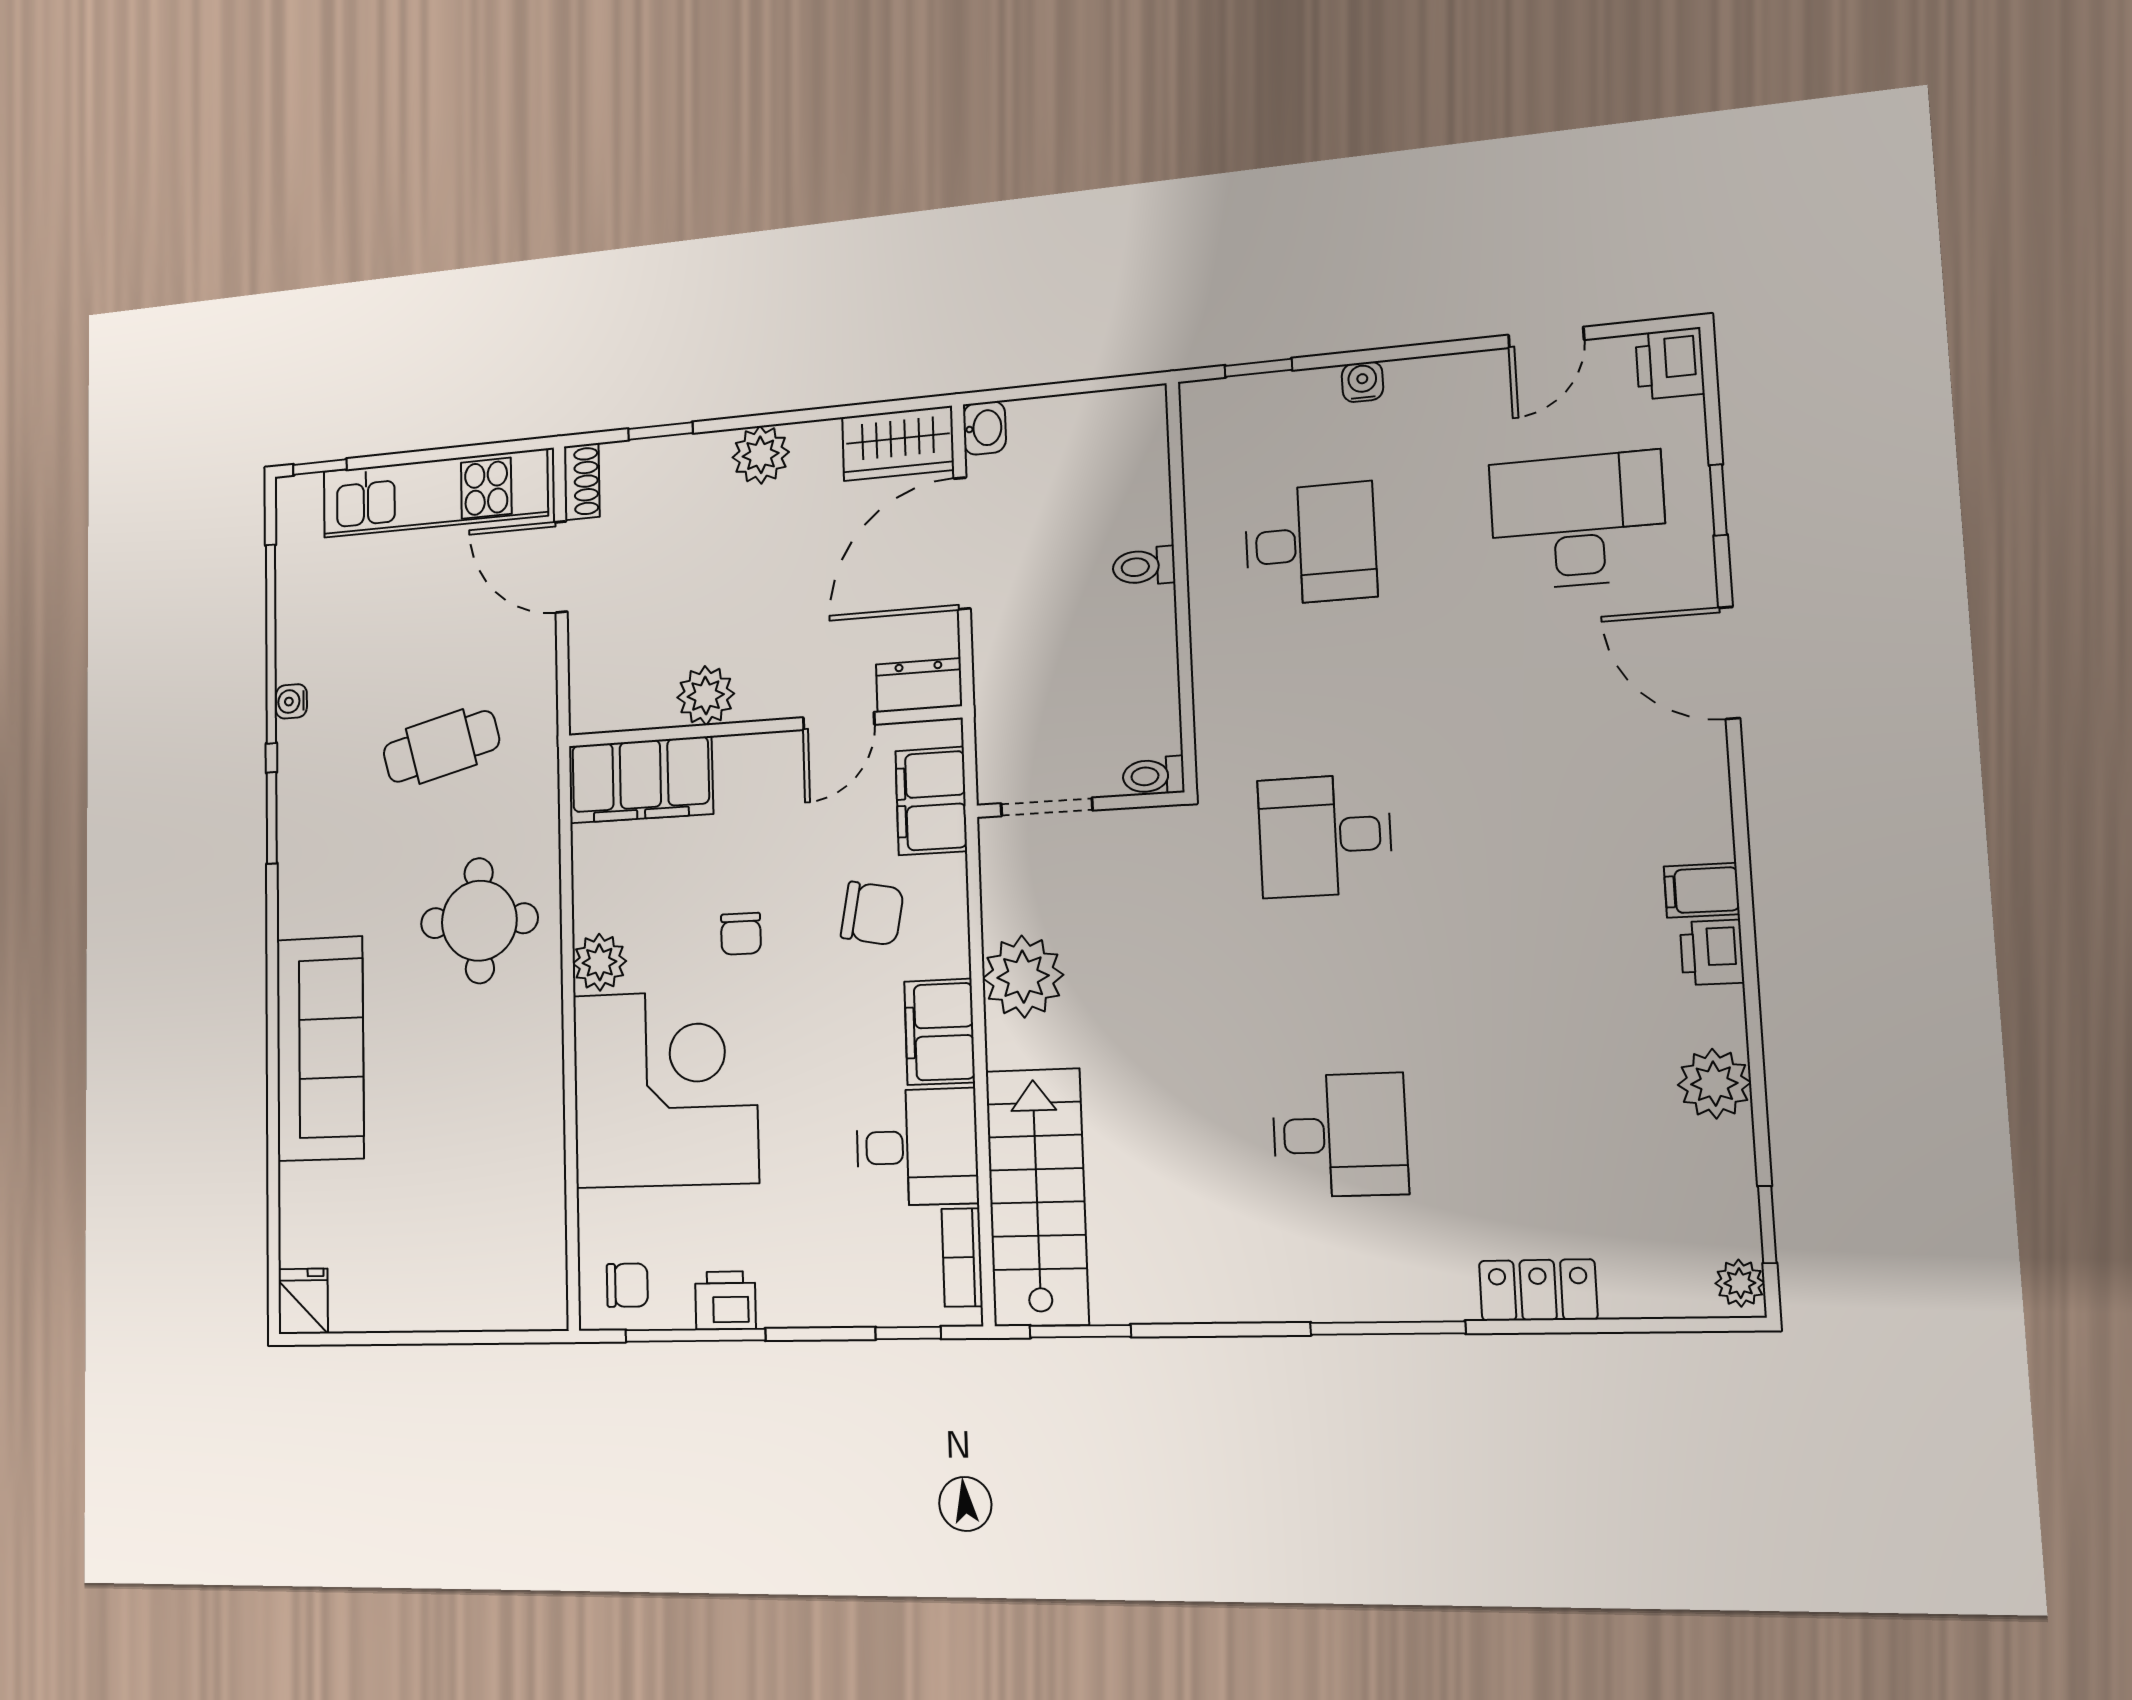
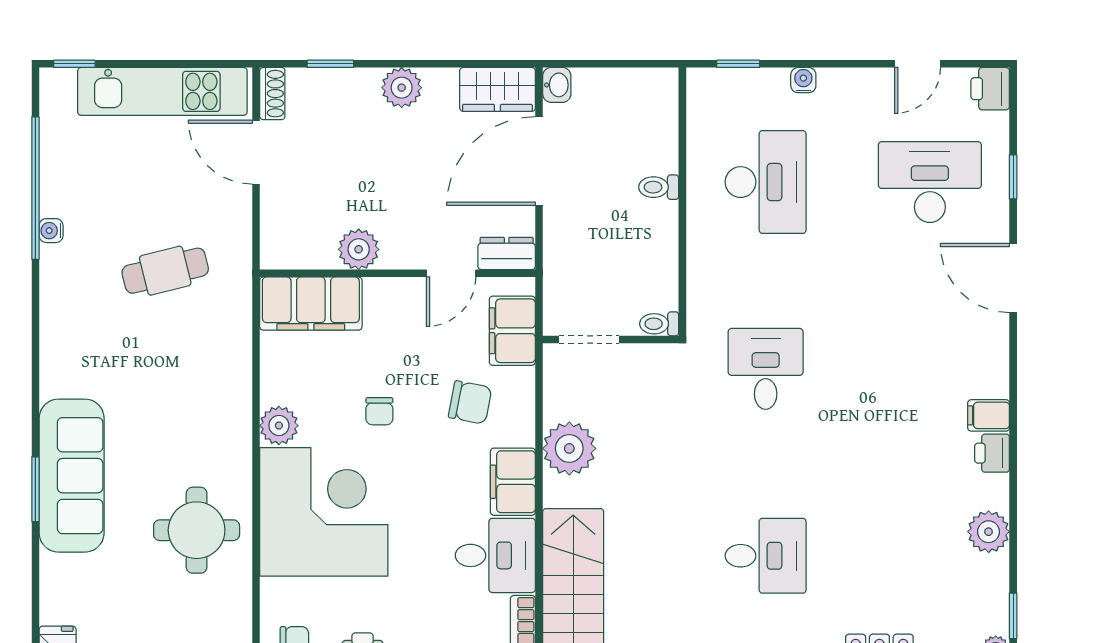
desk: (1310, 544) -> (766, 182), width x1.37
window: (272, 818) -> (35, 489), moved
desk: (1325, 836) -> (766, 369), turned 90
round table: (479, 921) -> (197, 530), moved

